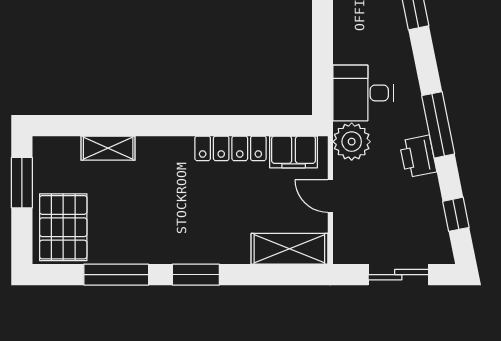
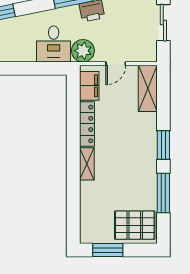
shelving: (108, 148) -> (87, 164), moved

